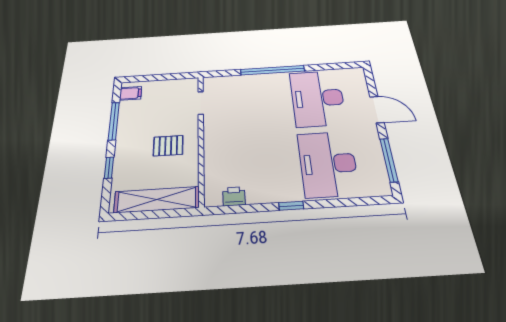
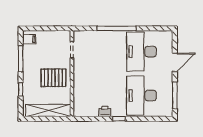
door: (377, 110) -> (175, 62), hinge flipped
pallet: (168, 146) -> (53, 78), width x1.50, depth x1.42
printer: (234, 196) -> (105, 111), moved

